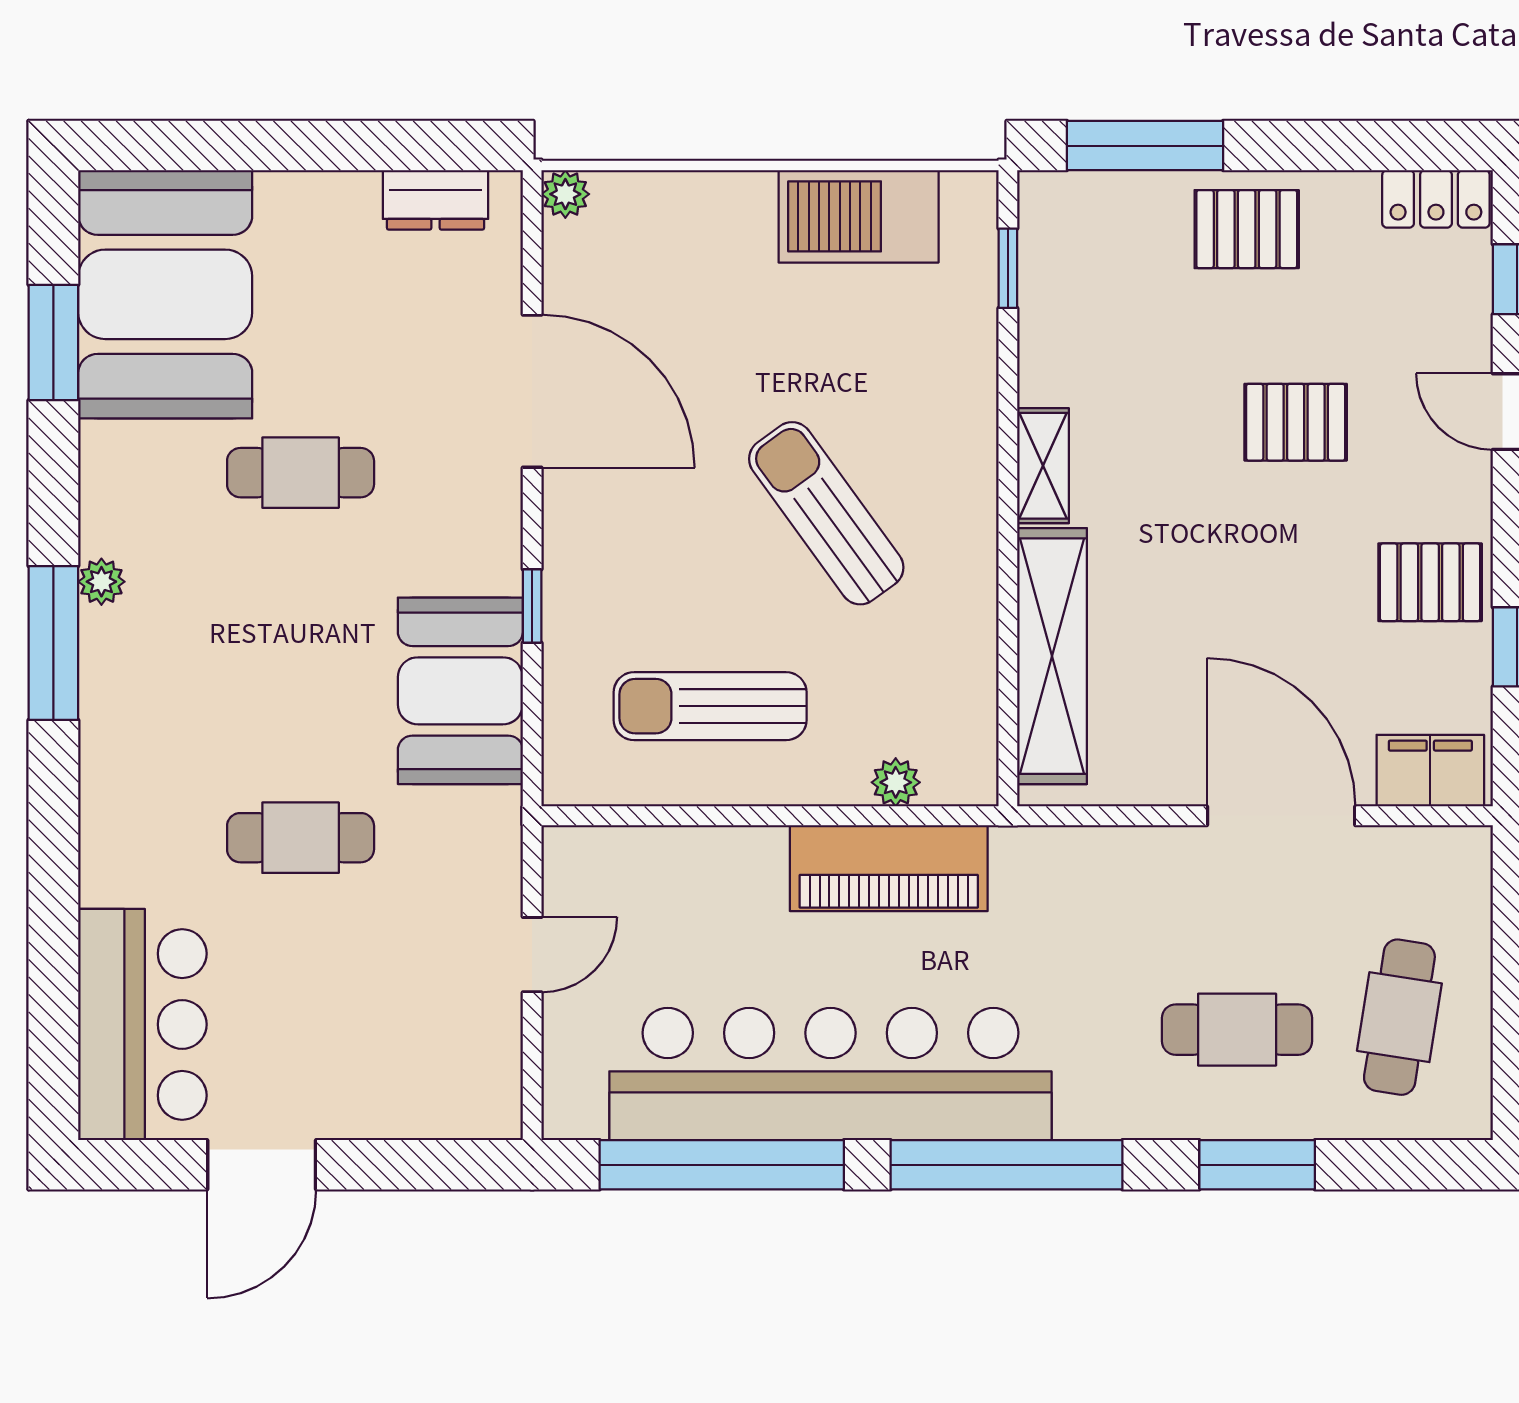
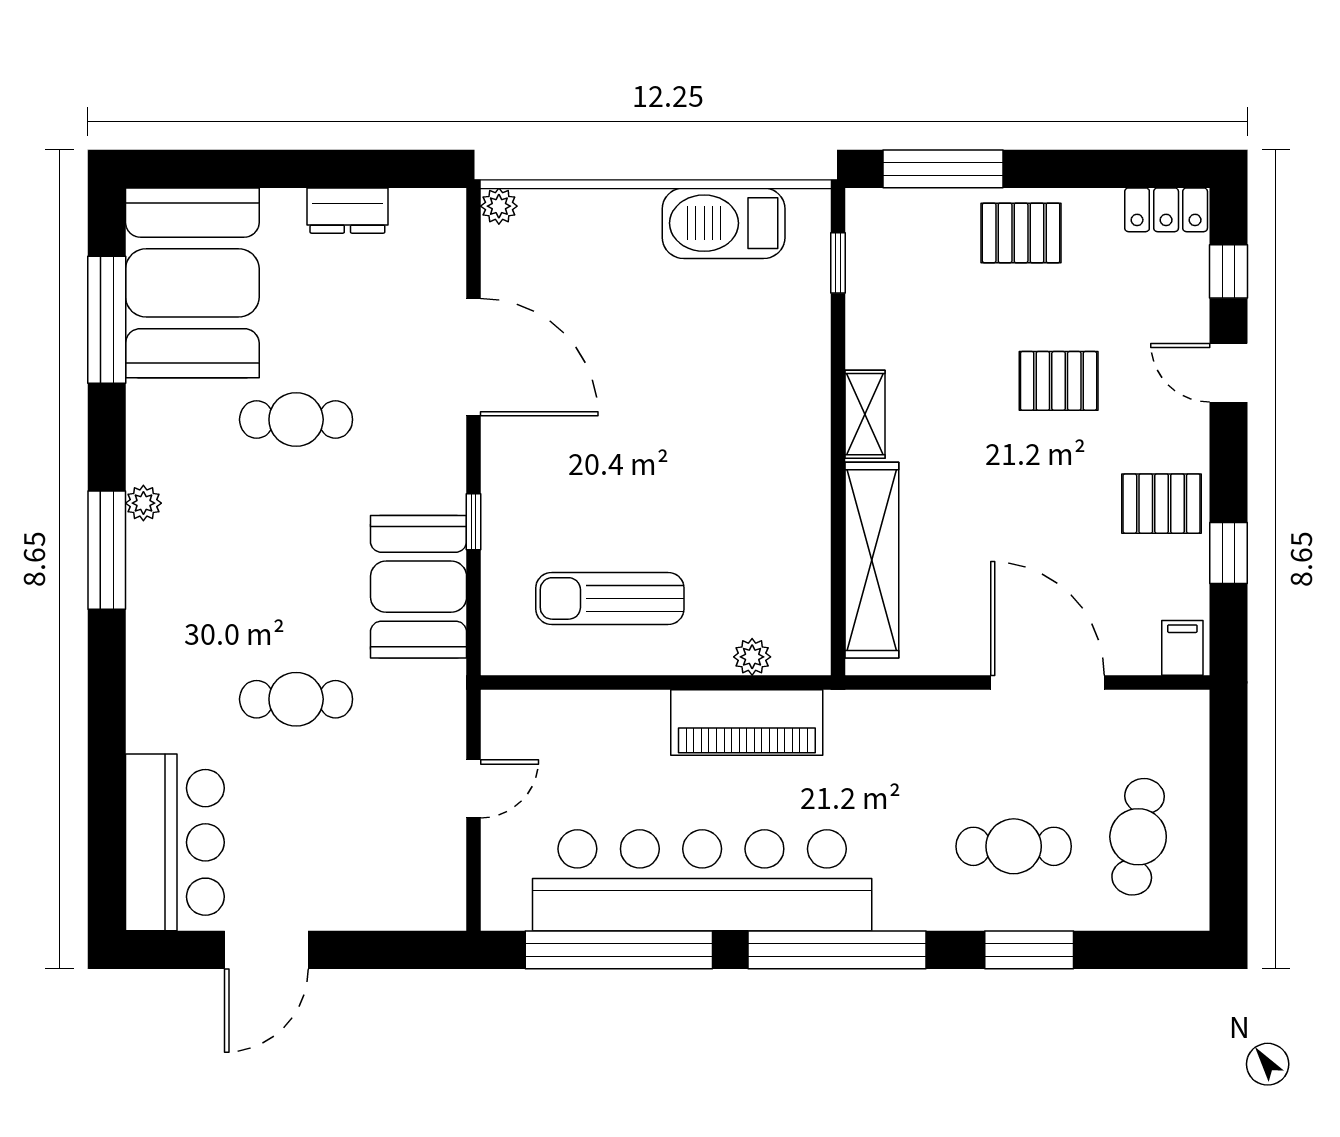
dresser: (436, 200) -> (347, 211), moved
window: (53, 342) -> (107, 320), width x1.44
sun lounger: (826, 513) -> (699, 451), removed
filing cabinet: (1430, 771) -> (1182, 648), width x0.50

